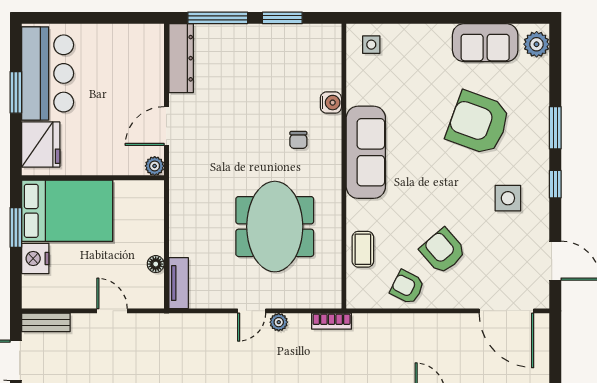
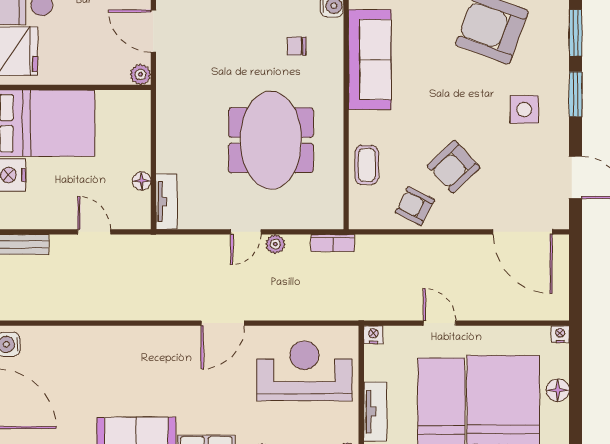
door: (166, 126) -> (153, 31), hinge flipped
chair: (298, 140) -> (297, 46), turned 90
window: (555, 184) -> (576, 94), width x1.50
armchair: (443, 251) -> (453, 167), turned -92

